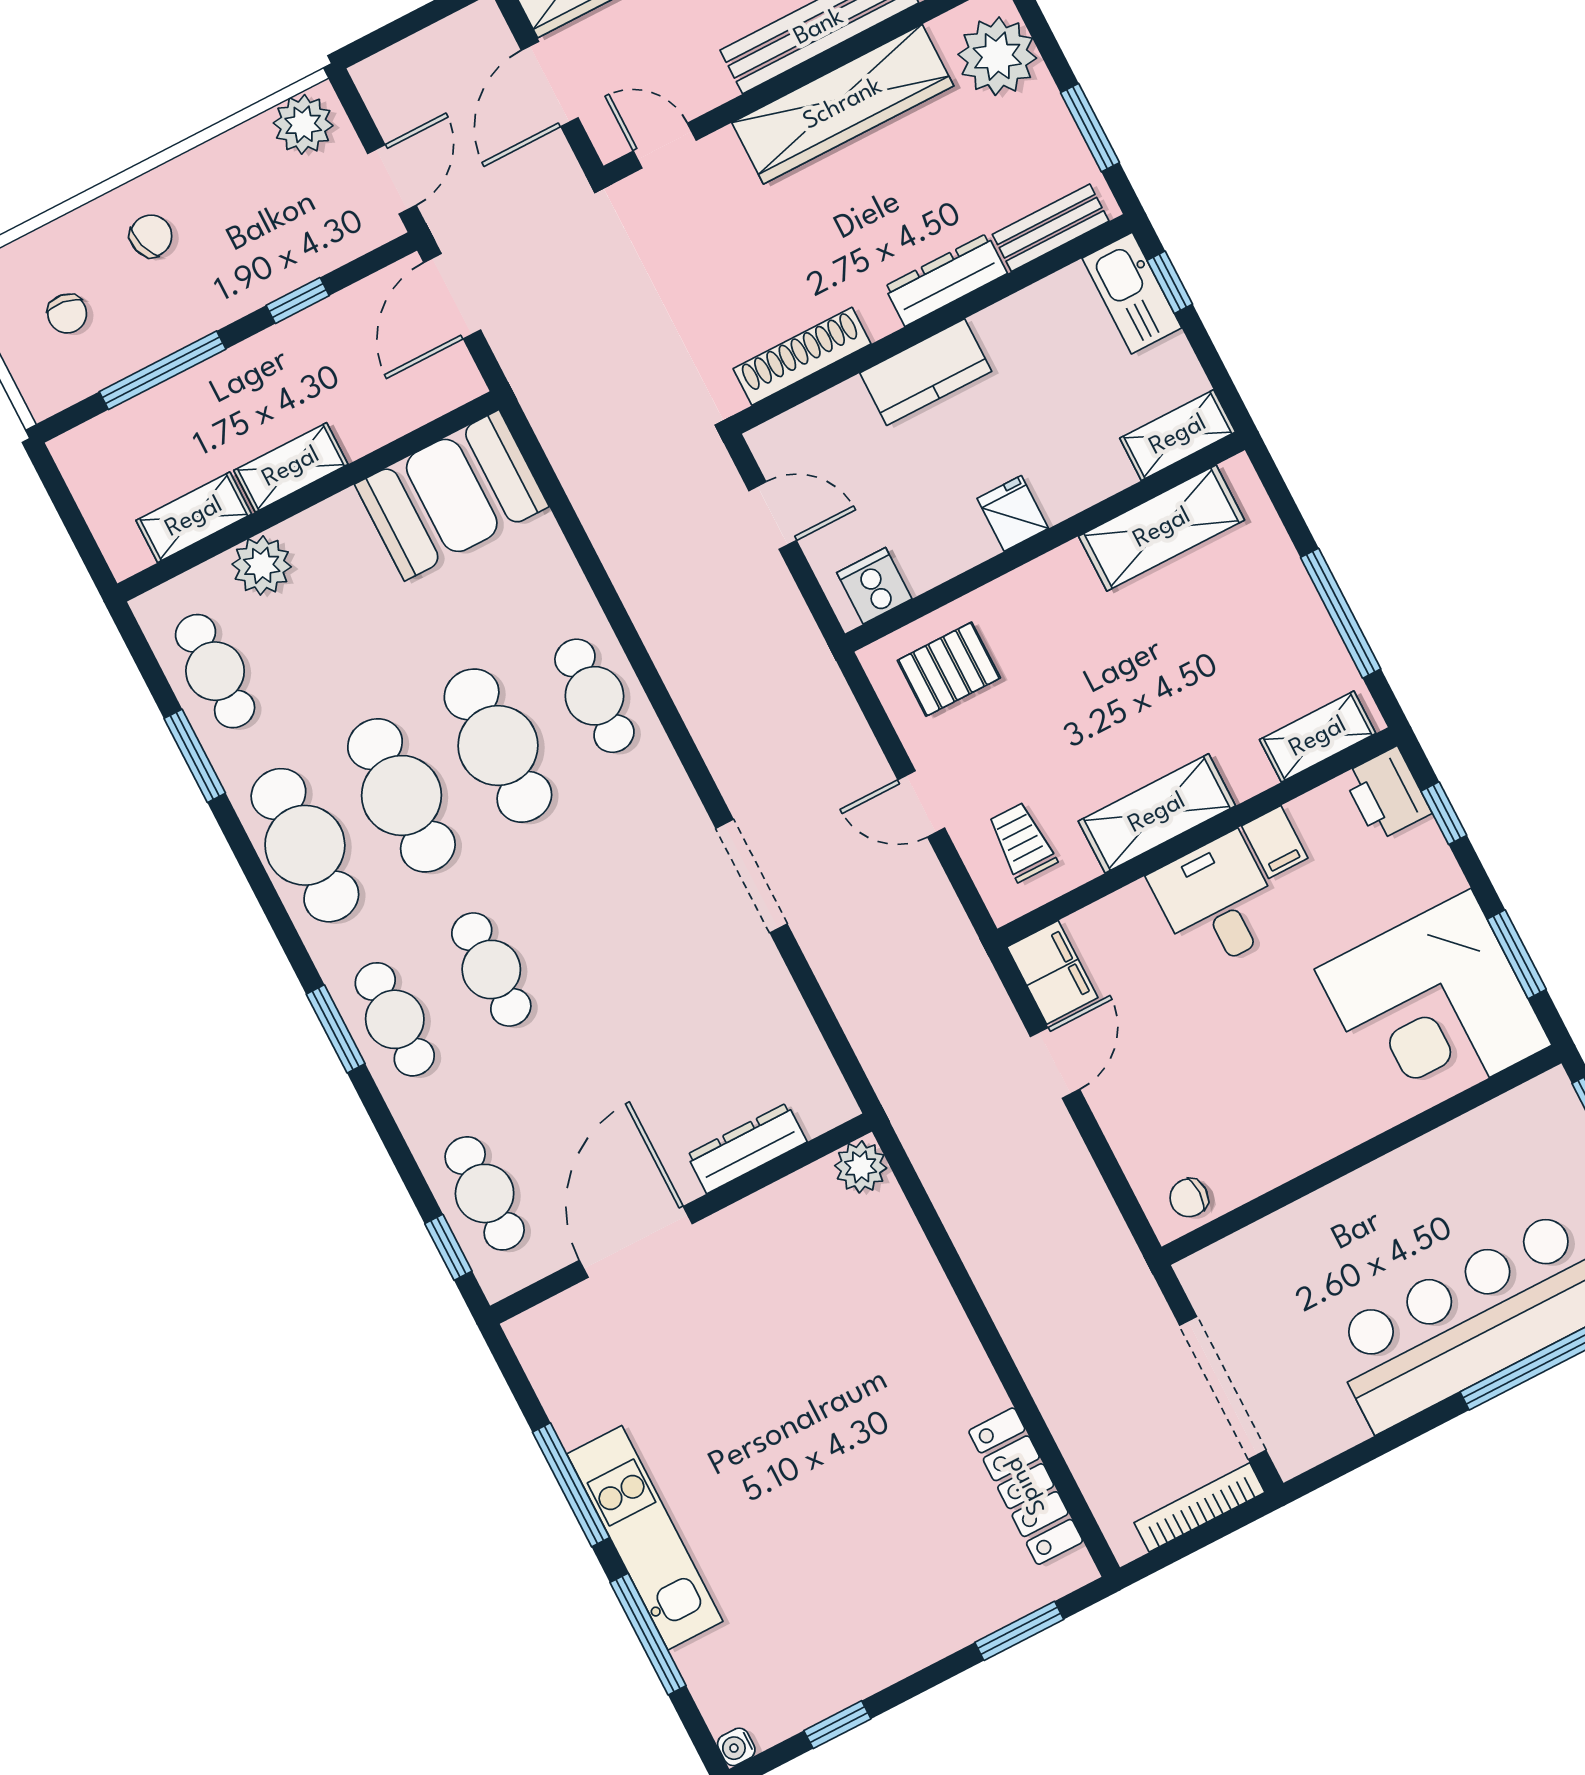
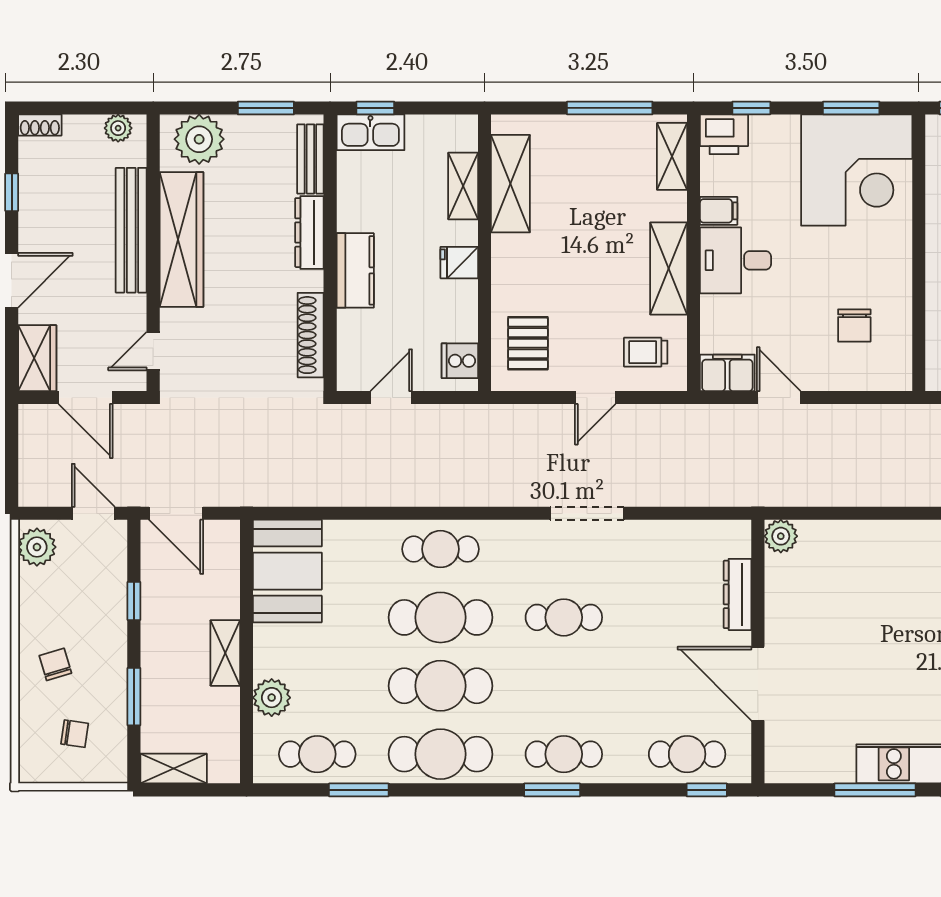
window: (163, 370) -> (134, 697), width x0.69
shelving: (1178, 435) -> (463, 186), moved
shelving: (194, 517) -> (174, 768), moved, turned 90
cafe table: (491, 969) -> (564, 617), moved
chair: (1189, 1198) -> (854, 326), moved, width x1.37, depth x1.37

